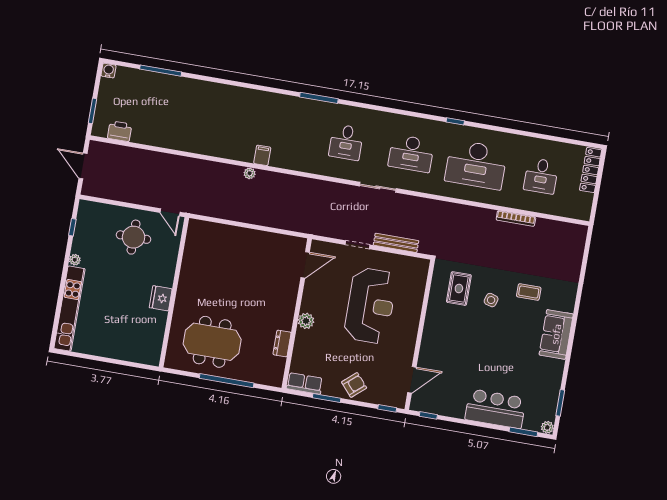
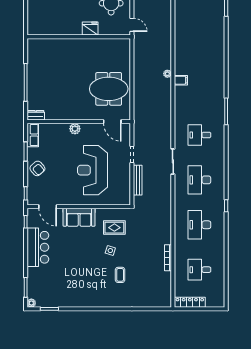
desk: (476, 165) -> (199, 225), width x0.73, depth x0.77
locker: (591, 170) -> (190, 302), moved
door: (170, 212) -> (132, 25), swing flipped
fridge: (161, 298) -> (90, 29), moved
reception desk: (370, 306) -> (93, 170), turned 90
sofa: (556, 334) -> (79, 217), moved, turned 180
meeting table: (212, 342) -> (109, 89), moved, turned 90
dresser: (282, 343) -> (36, 115), moved
bar counter: (495, 409) -> (38, 247), moved

